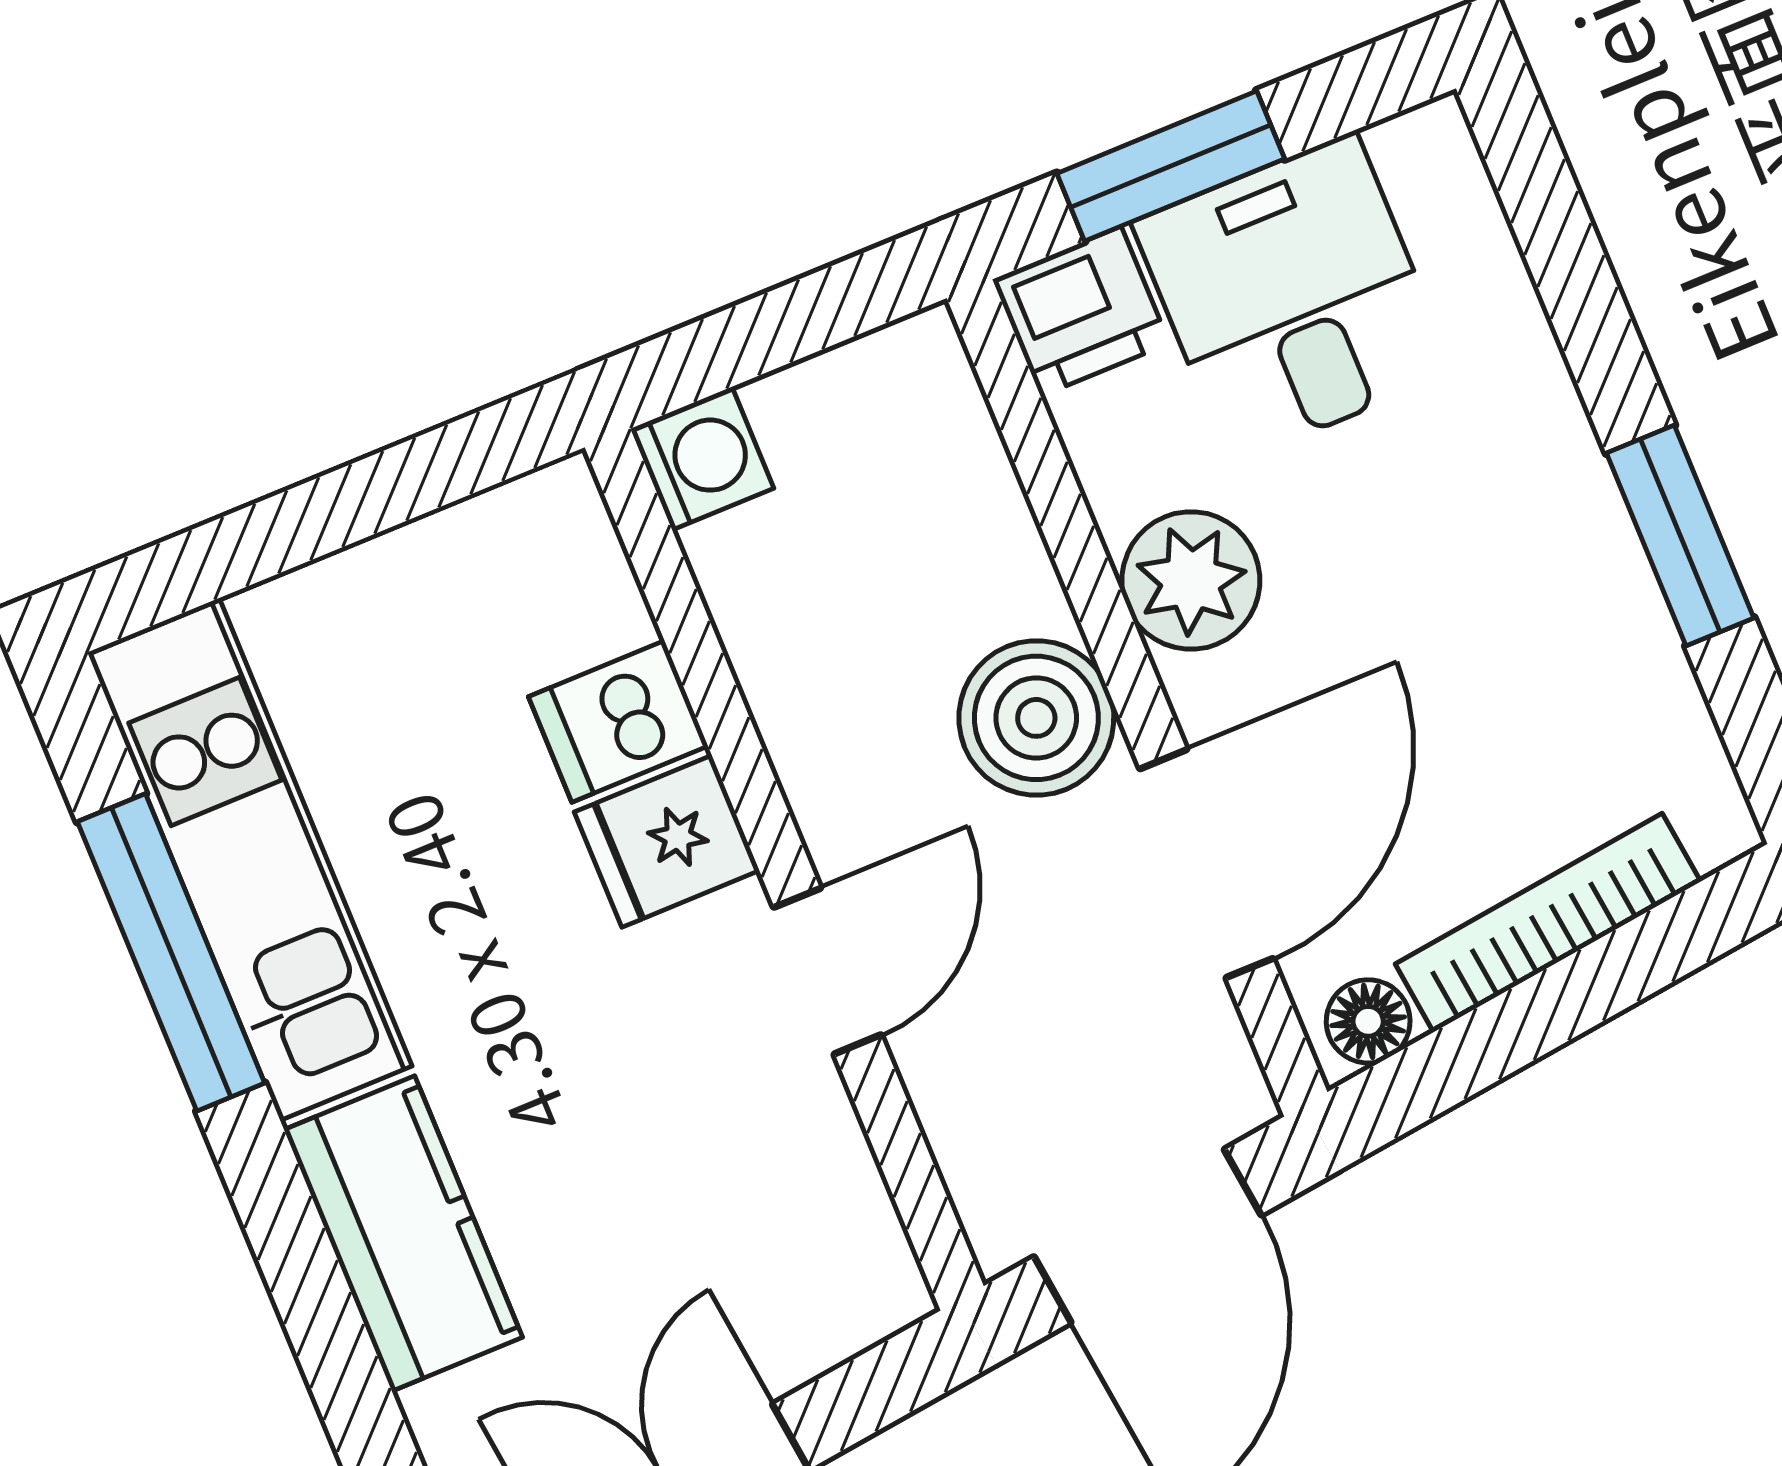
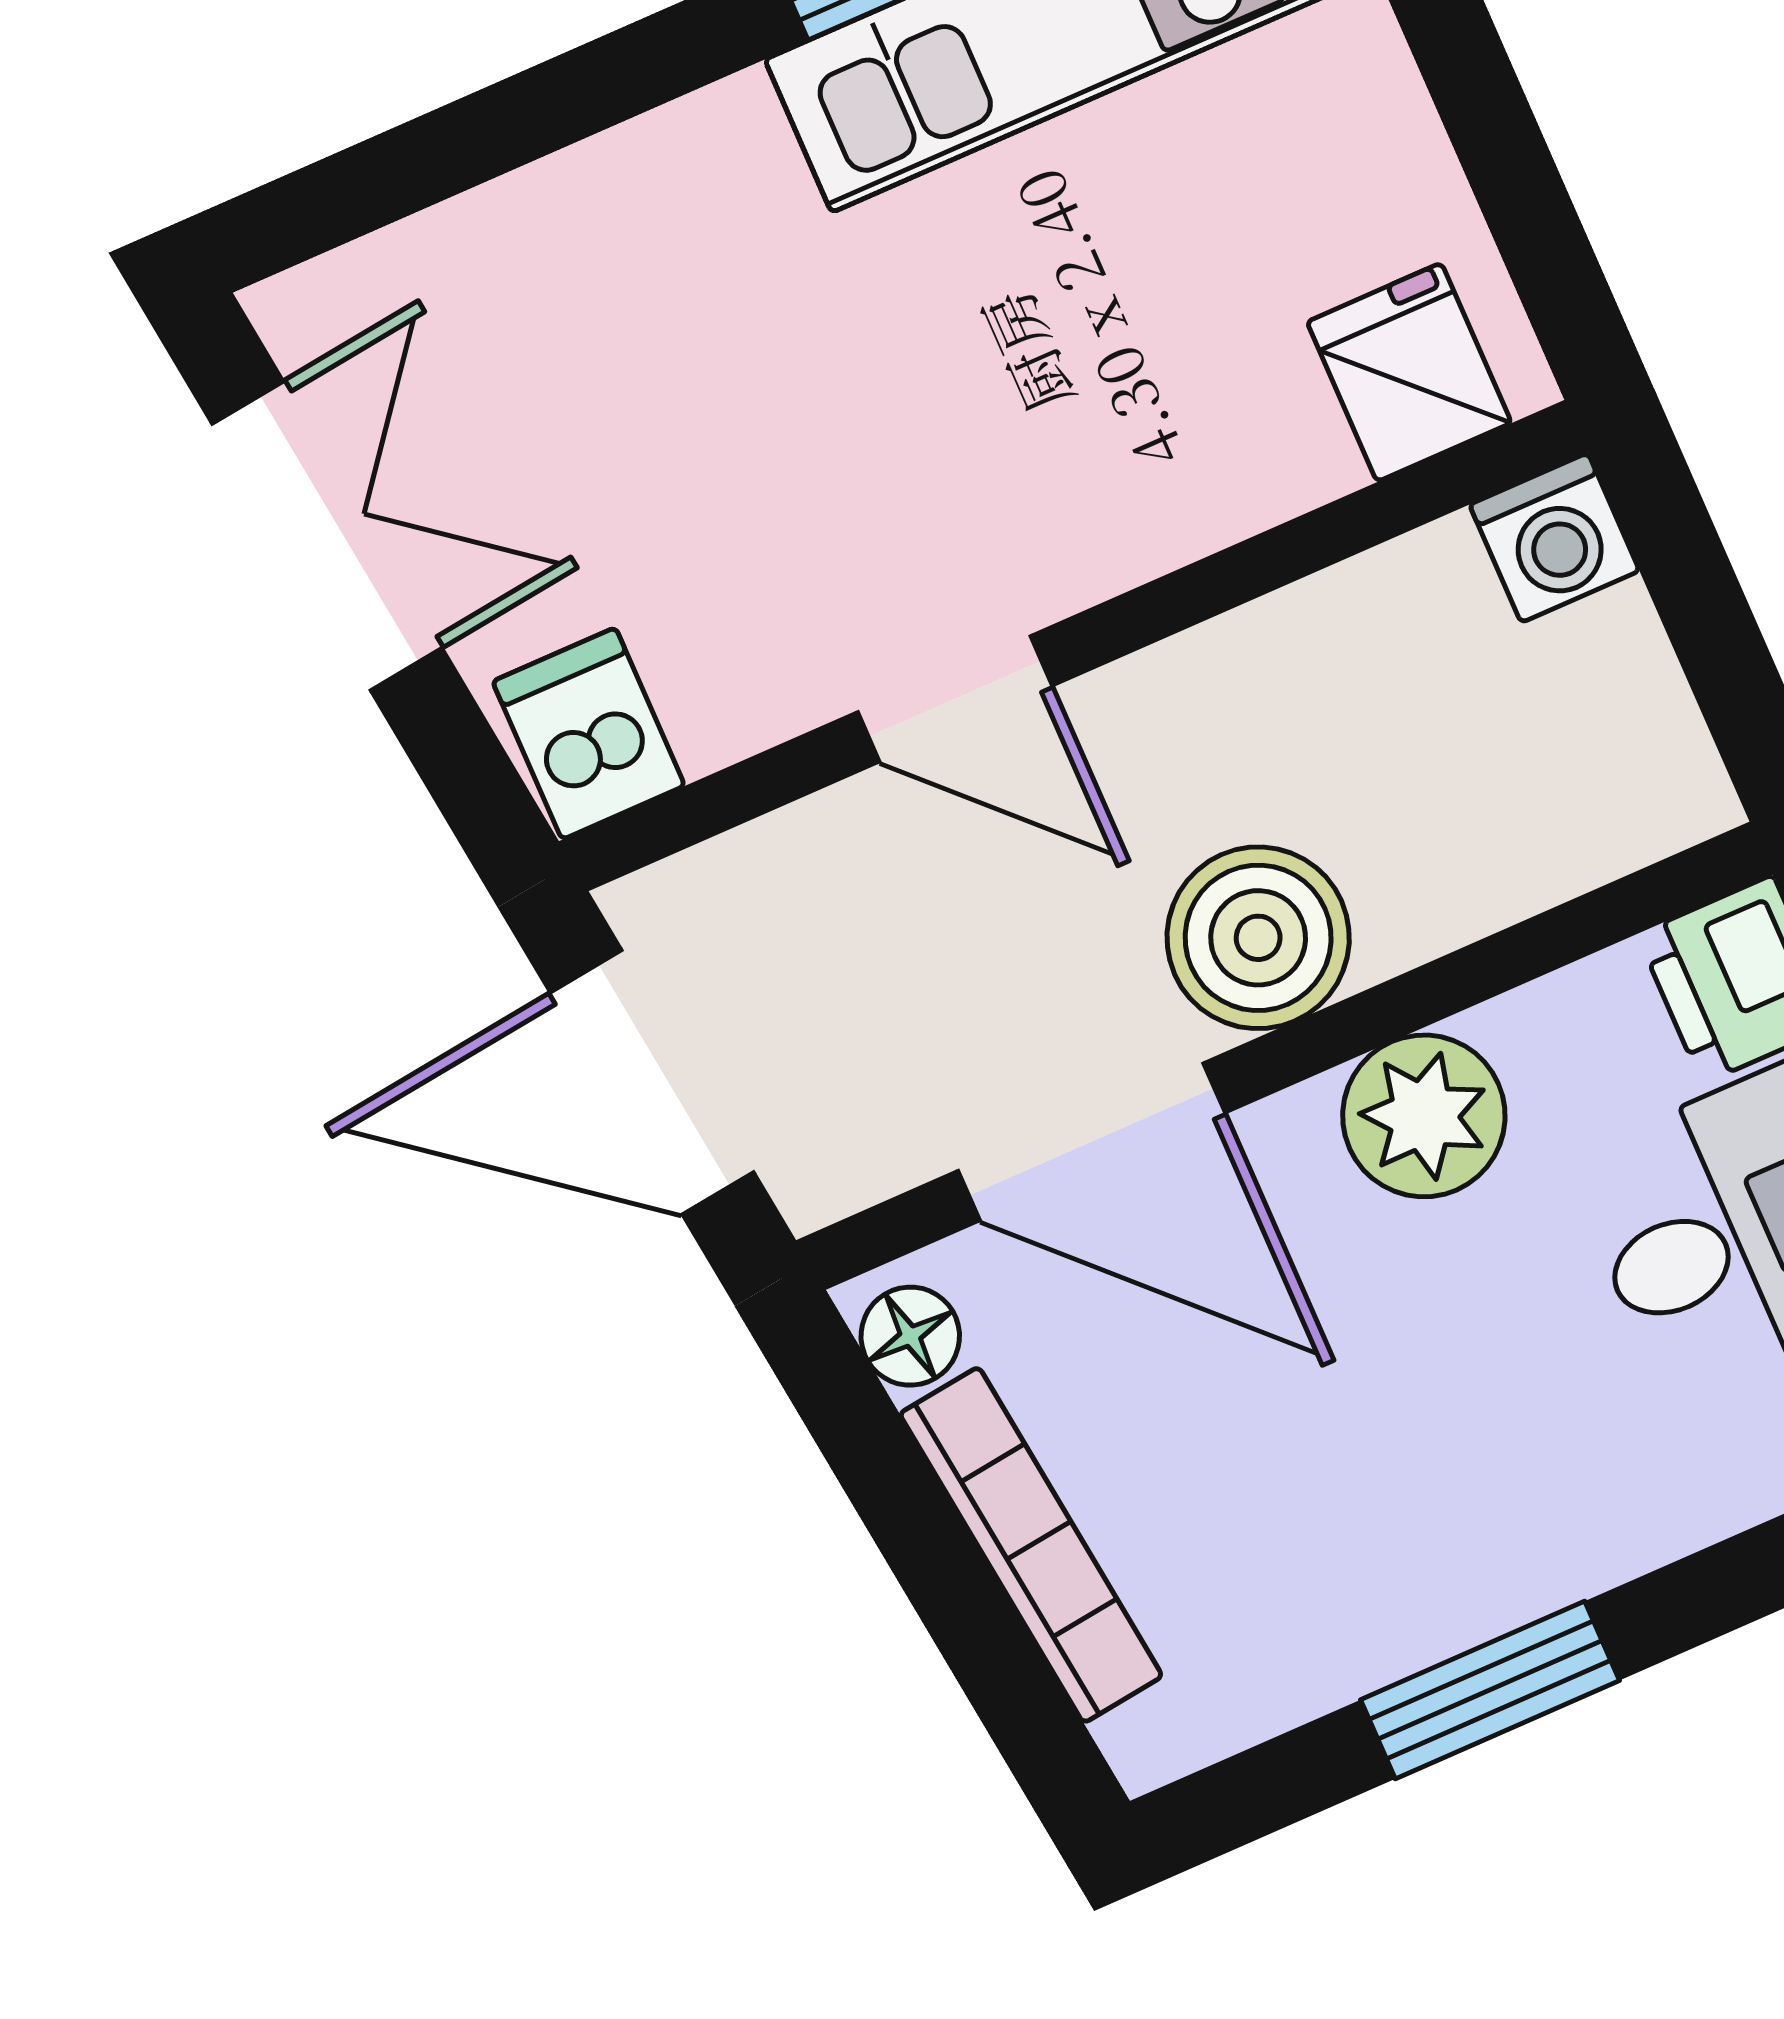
dishwasher: (618, 721) -> (589, 734), moved
fridge: (667, 841) -> (1409, 372), moved
kitchen counter: (403, 1233) -> (635, 207), removed

